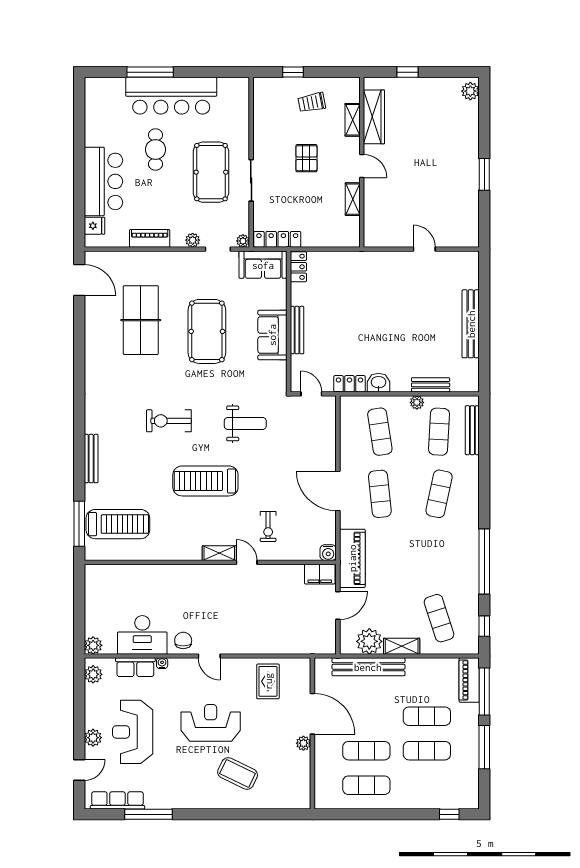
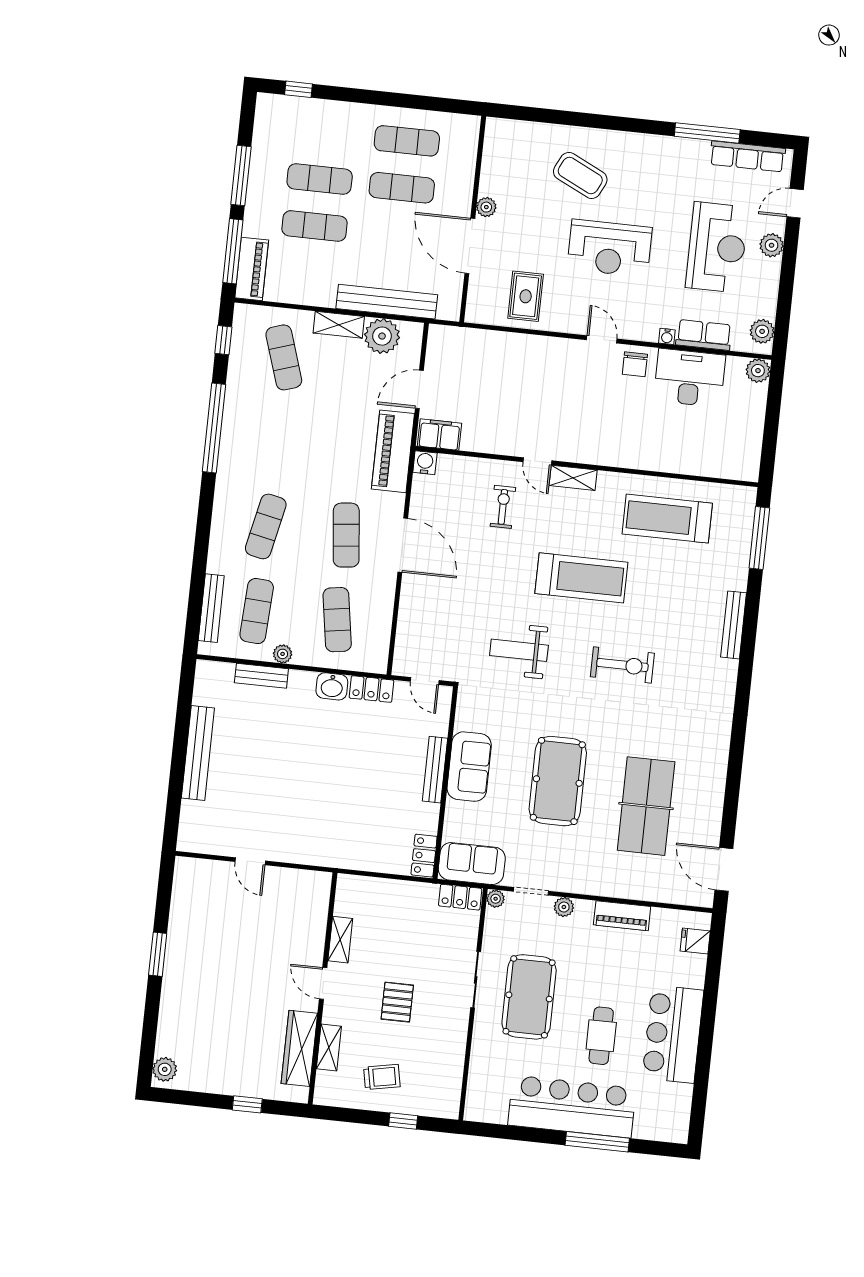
bar counter: (103, 181) -> (673, 1034), moved
locker: (277, 239) -> (460, 897), width x0.66
treadmill: (118, 524) -> (667, 519), moved

